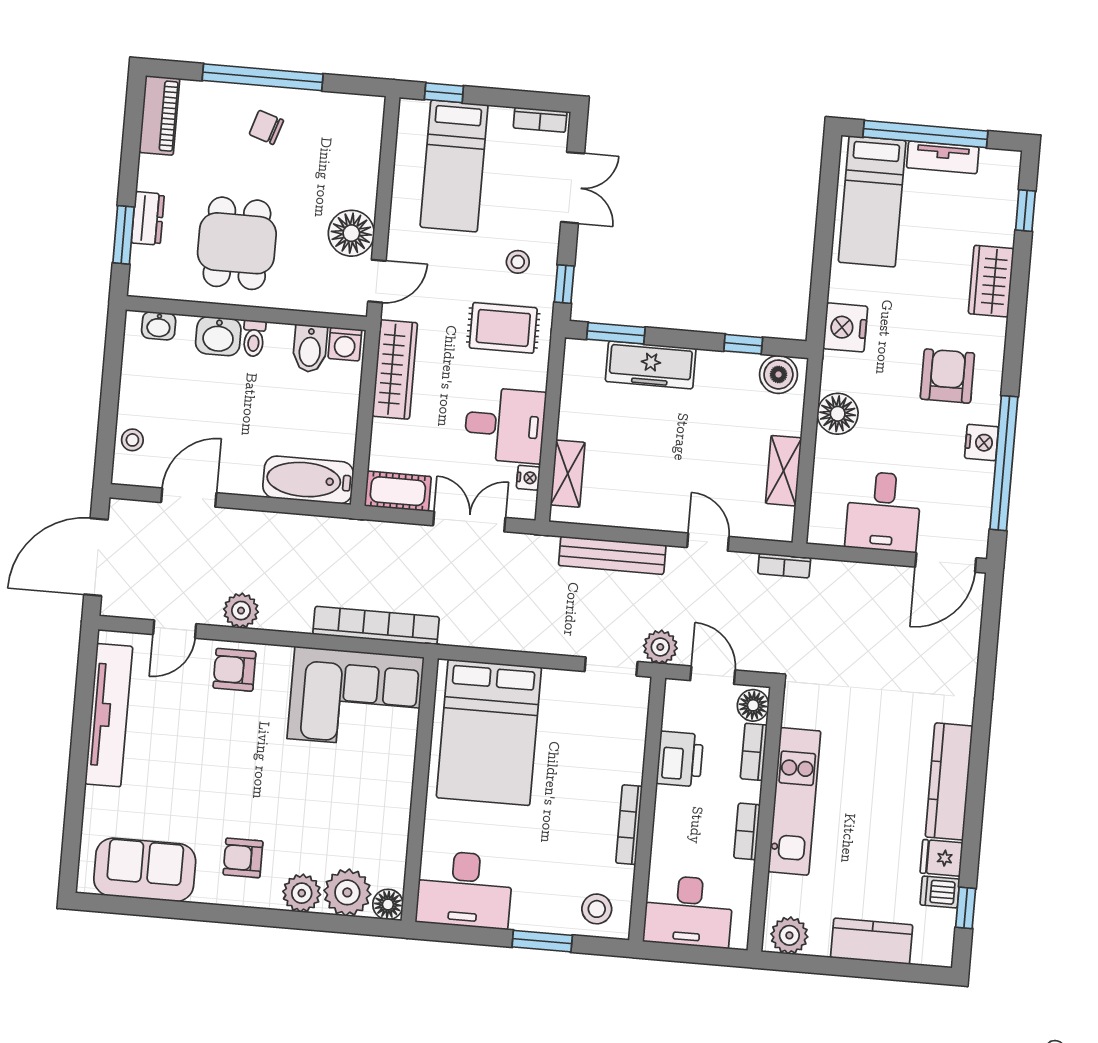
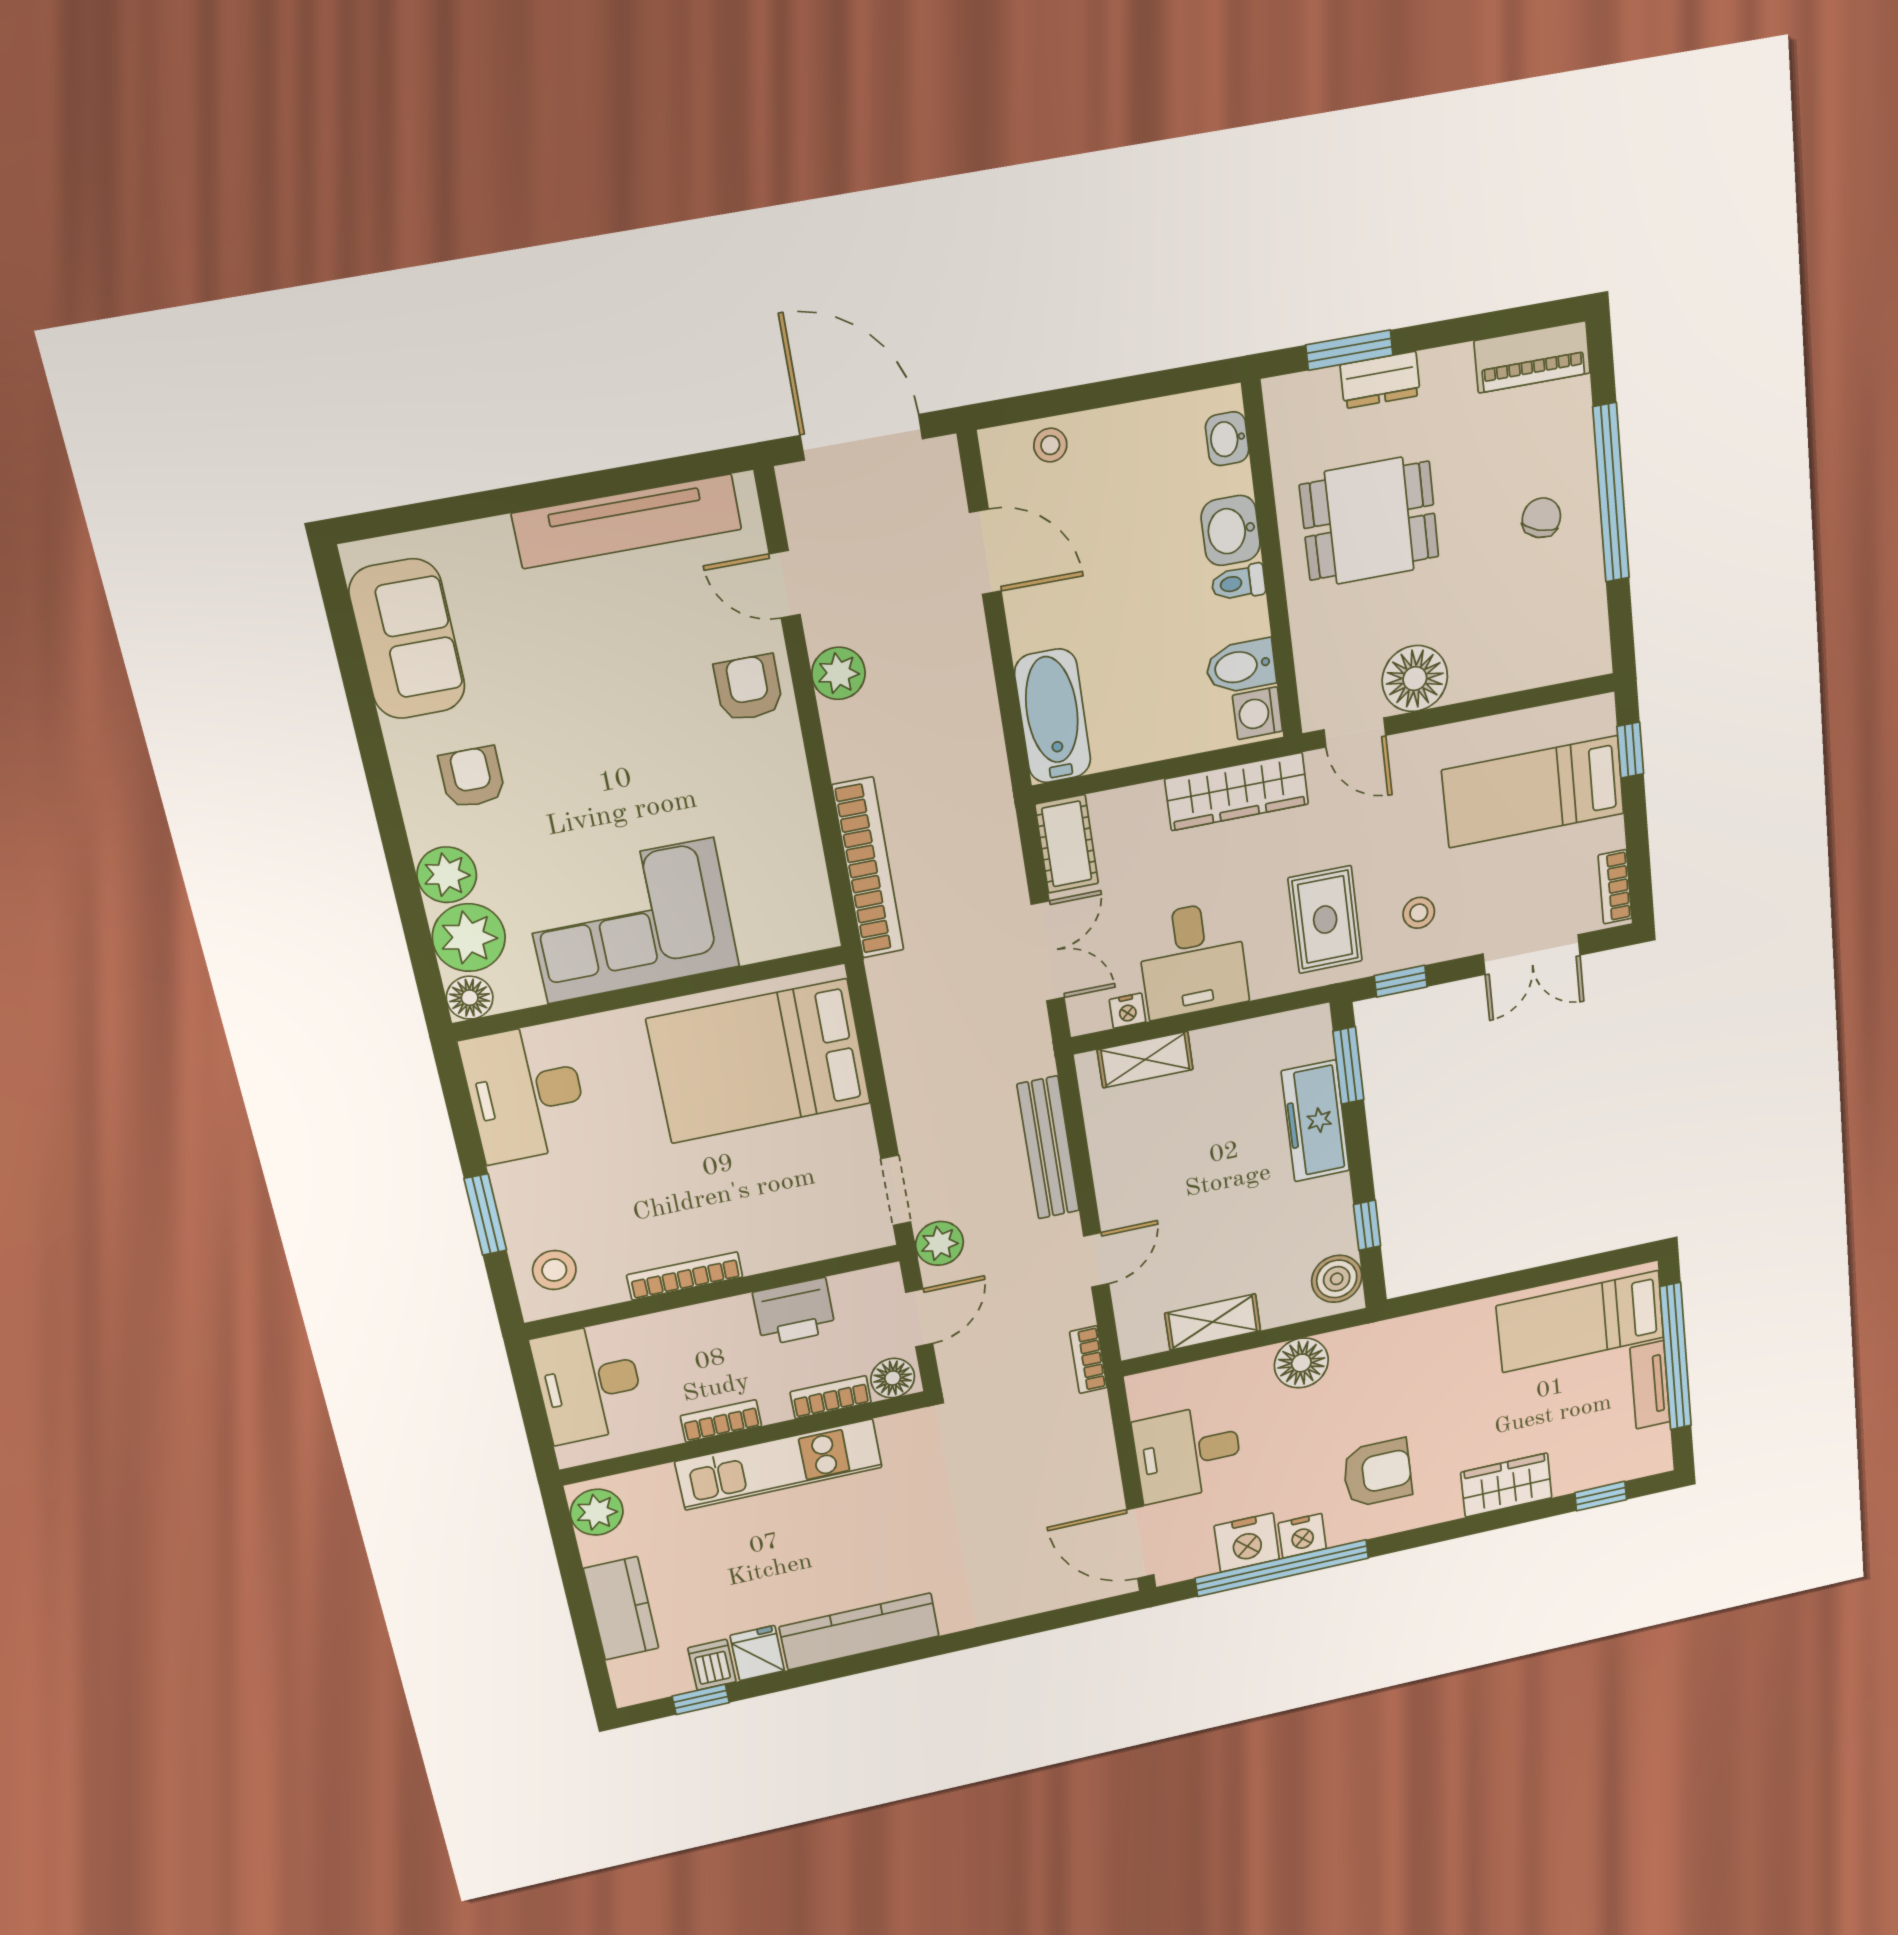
nightstand: (845, 327) -> (1247, 1543), moved, turned 180
corner sofa: (356, 698) -> (630, 921), moved, turned 90

